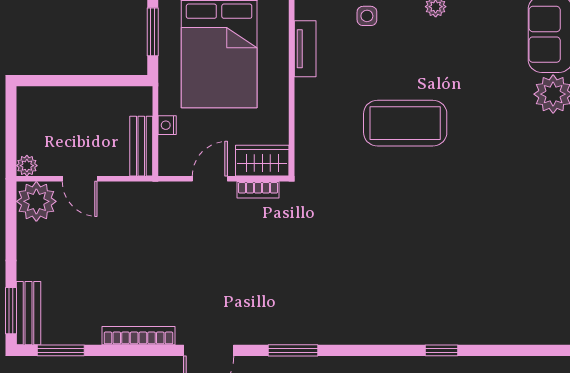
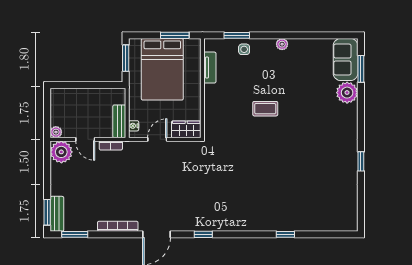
coffee table: (405, 123) -> (265, 109), width x0.54, depth x0.58
nightstand: (167, 125) -> (134, 126), moved
bookcase: (258, 190) -> (111, 145), moved
window: (293, 350) -> (203, 234), width x0.67

